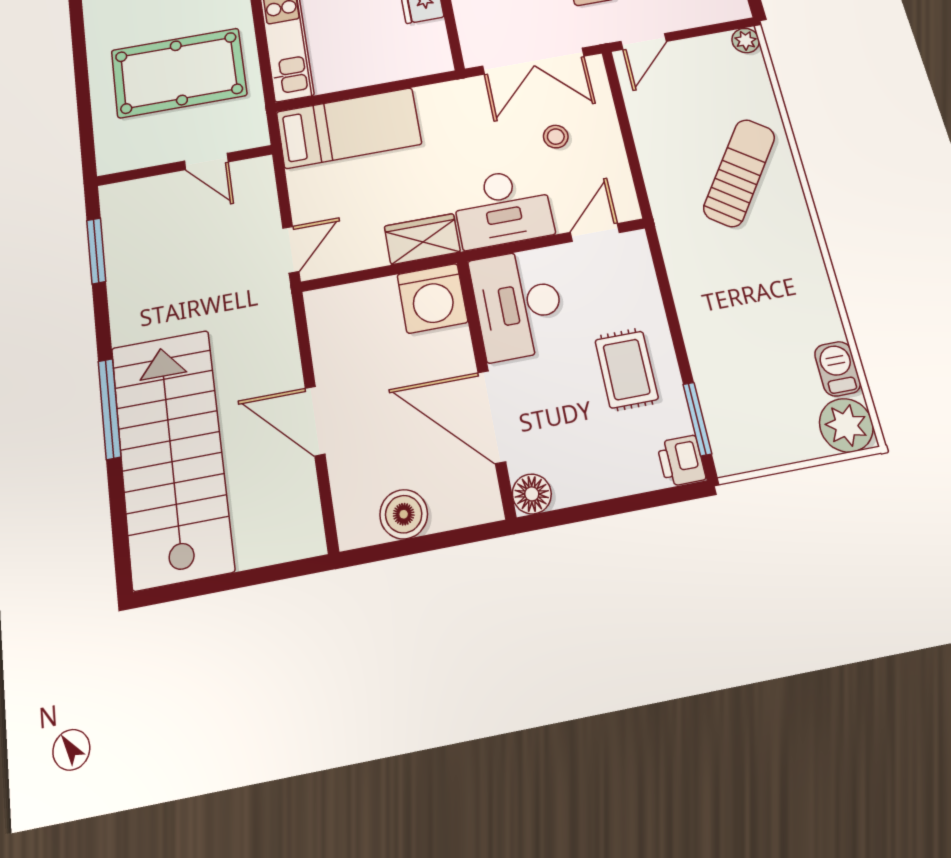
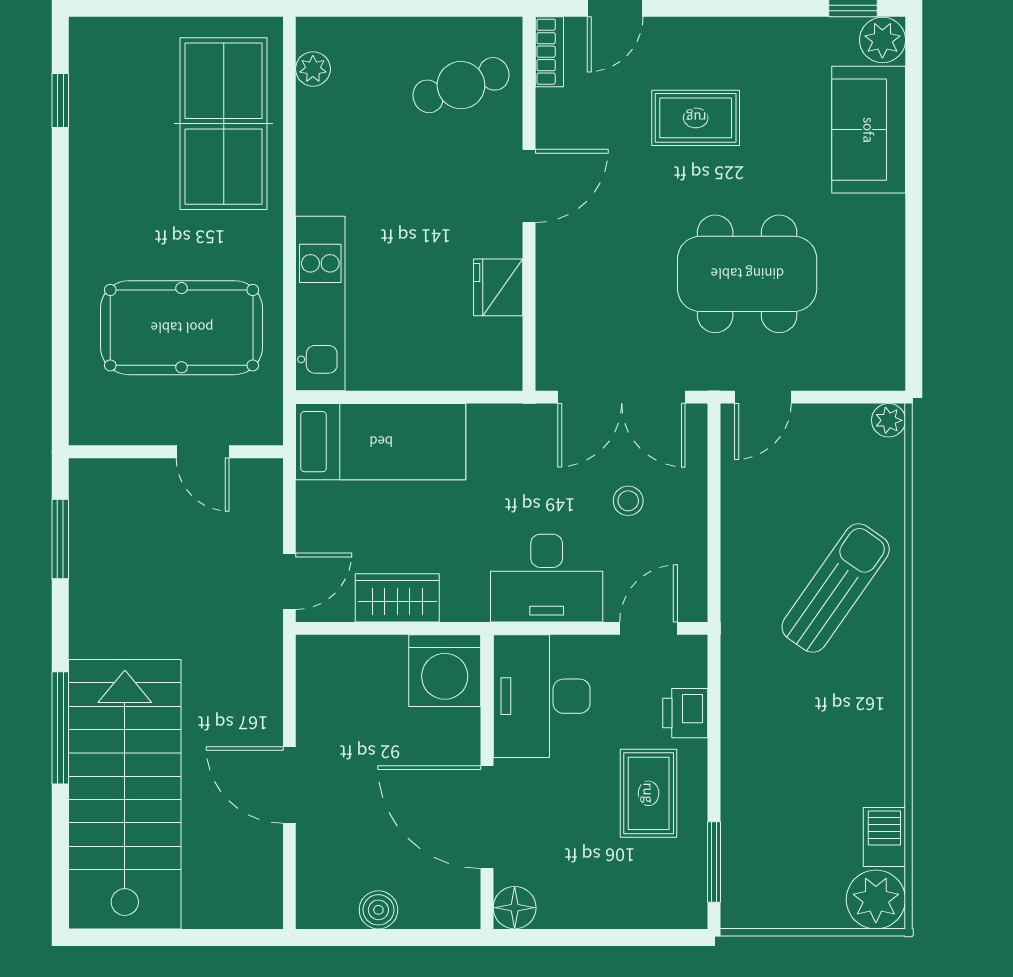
wardrobe: (422, 239) -> (397, 598), moved
printer: (681, 461) -> (685, 713), moved
boiler: (404, 514) -> (378, 910), width x0.73, depth x0.73

